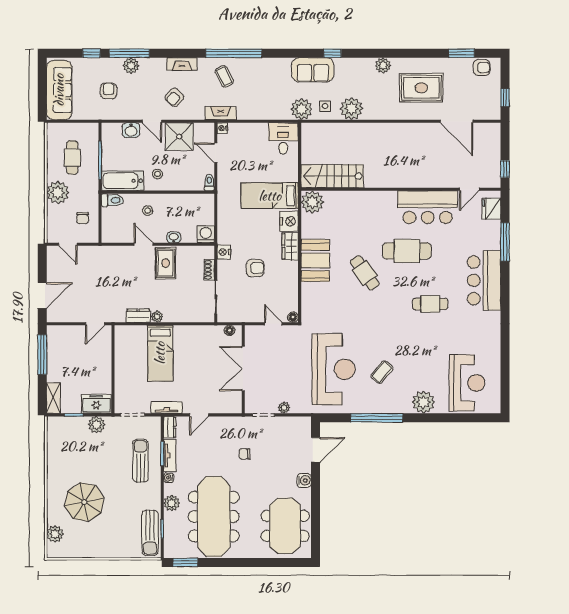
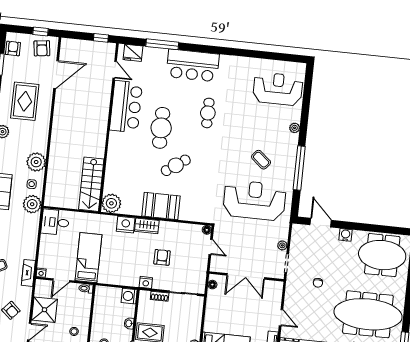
armchair: (485, 101) -> (42, 48), added
bed: (270, 196) -> (88, 258), moved, turned 180
door: (273, 324) -> (211, 247), swing flipped
plant: (423, 402) -> (295, 128), width x0.53, depth x0.53

